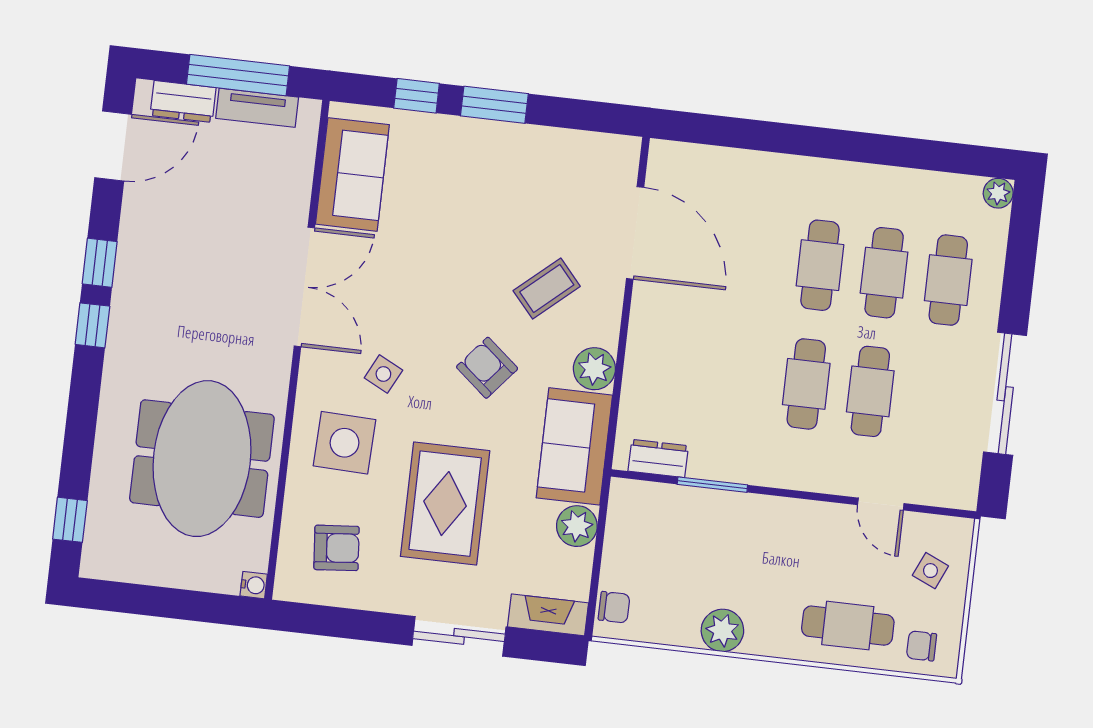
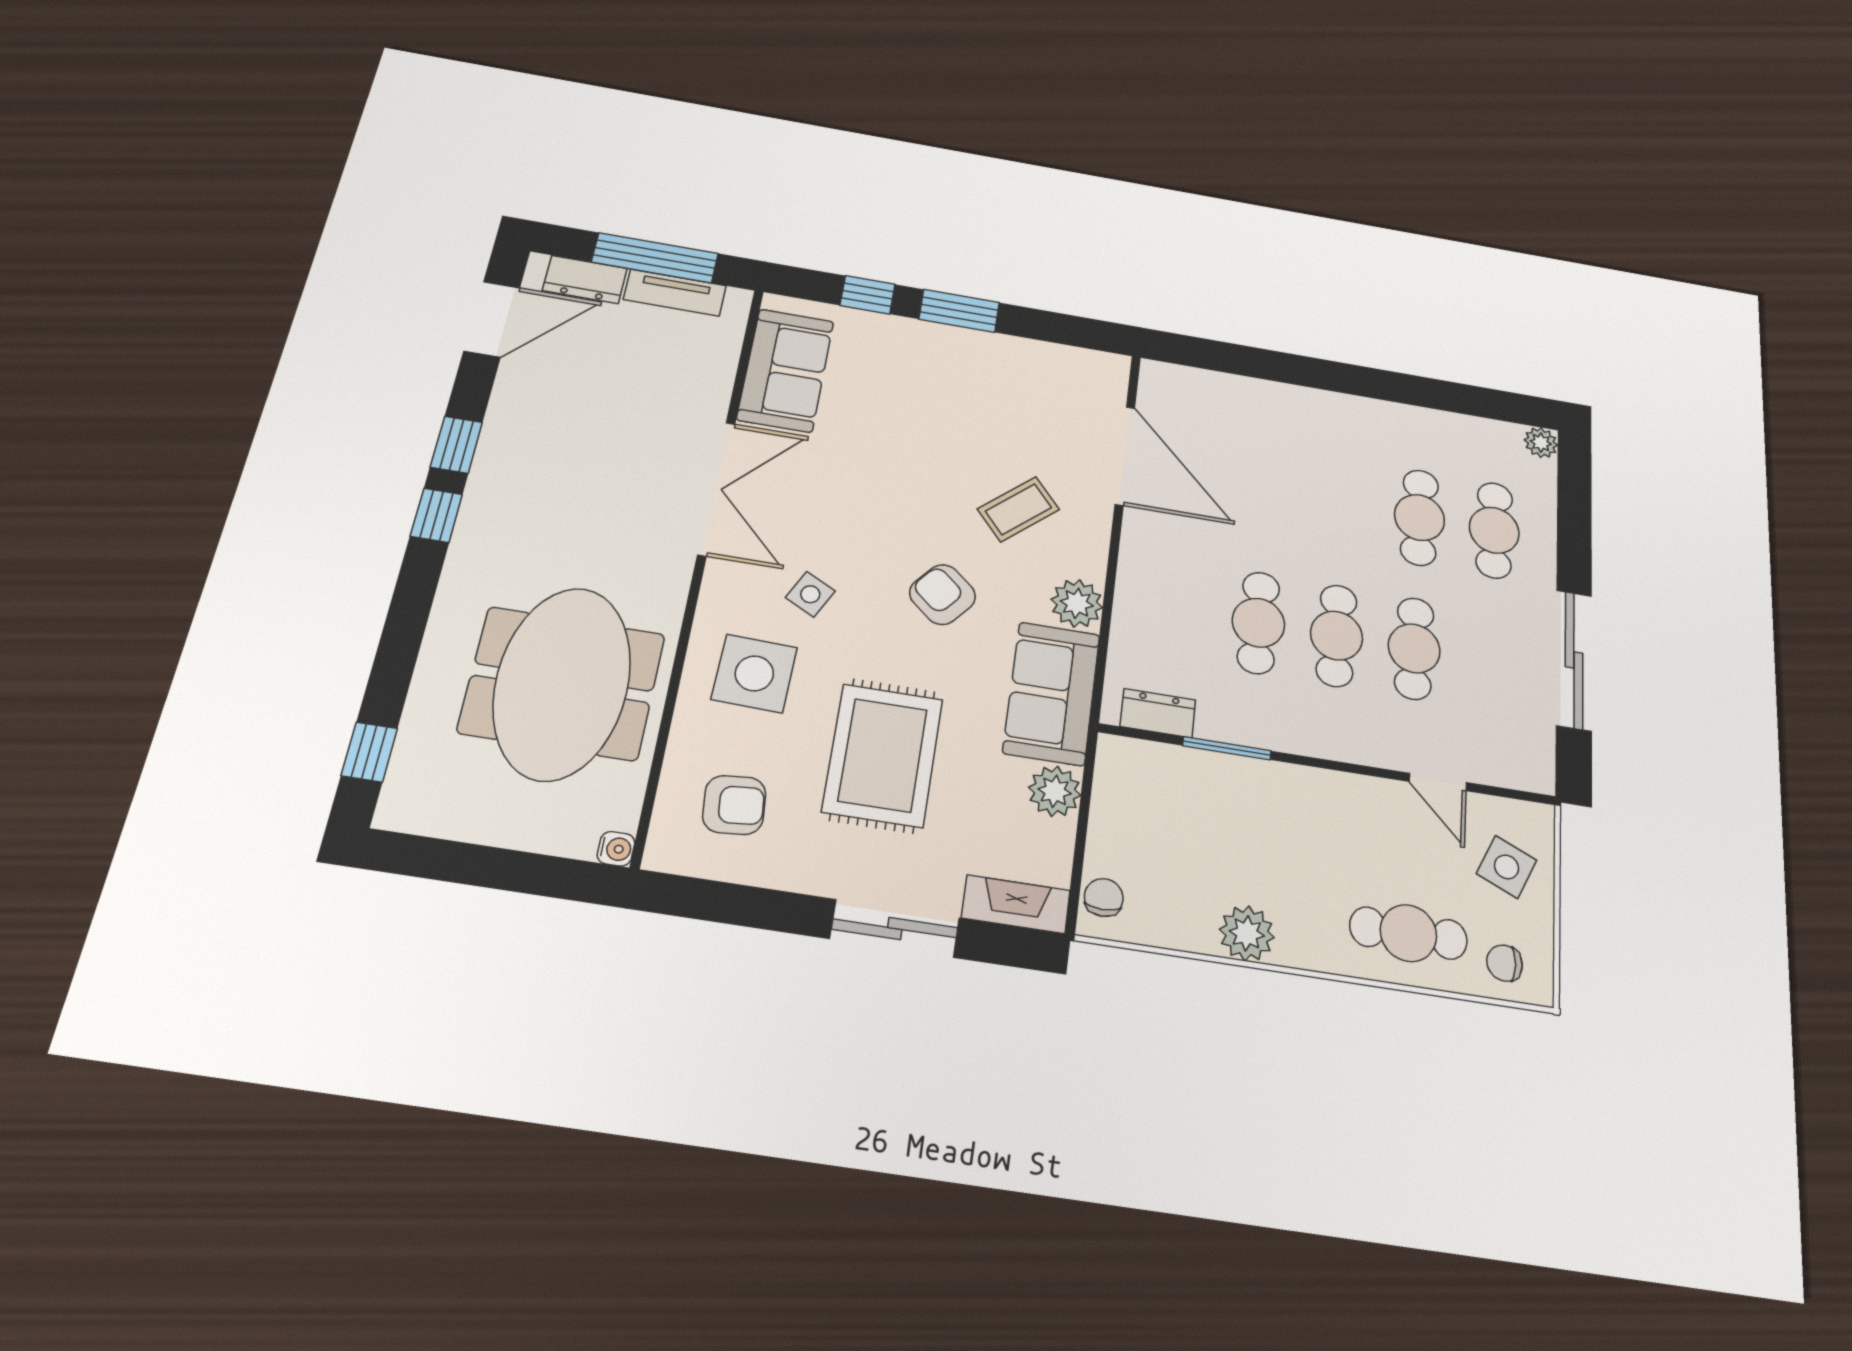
cafe table: (820, 265) -> (1258, 623), moved
side table: (930, 571) -> (1507, 867), width x1.37, depth x1.37
chair: (614, 607) -> (1104, 898), turned -90

